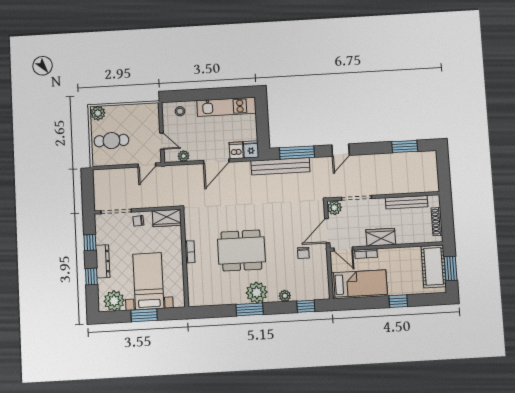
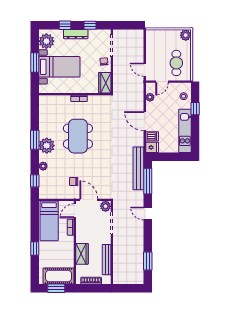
window: (196, 95) -> (195, 109), added
cafe table: (111, 141) -> (176, 63), moved
wardrobe: (381, 237) -> (82, 254), moved

